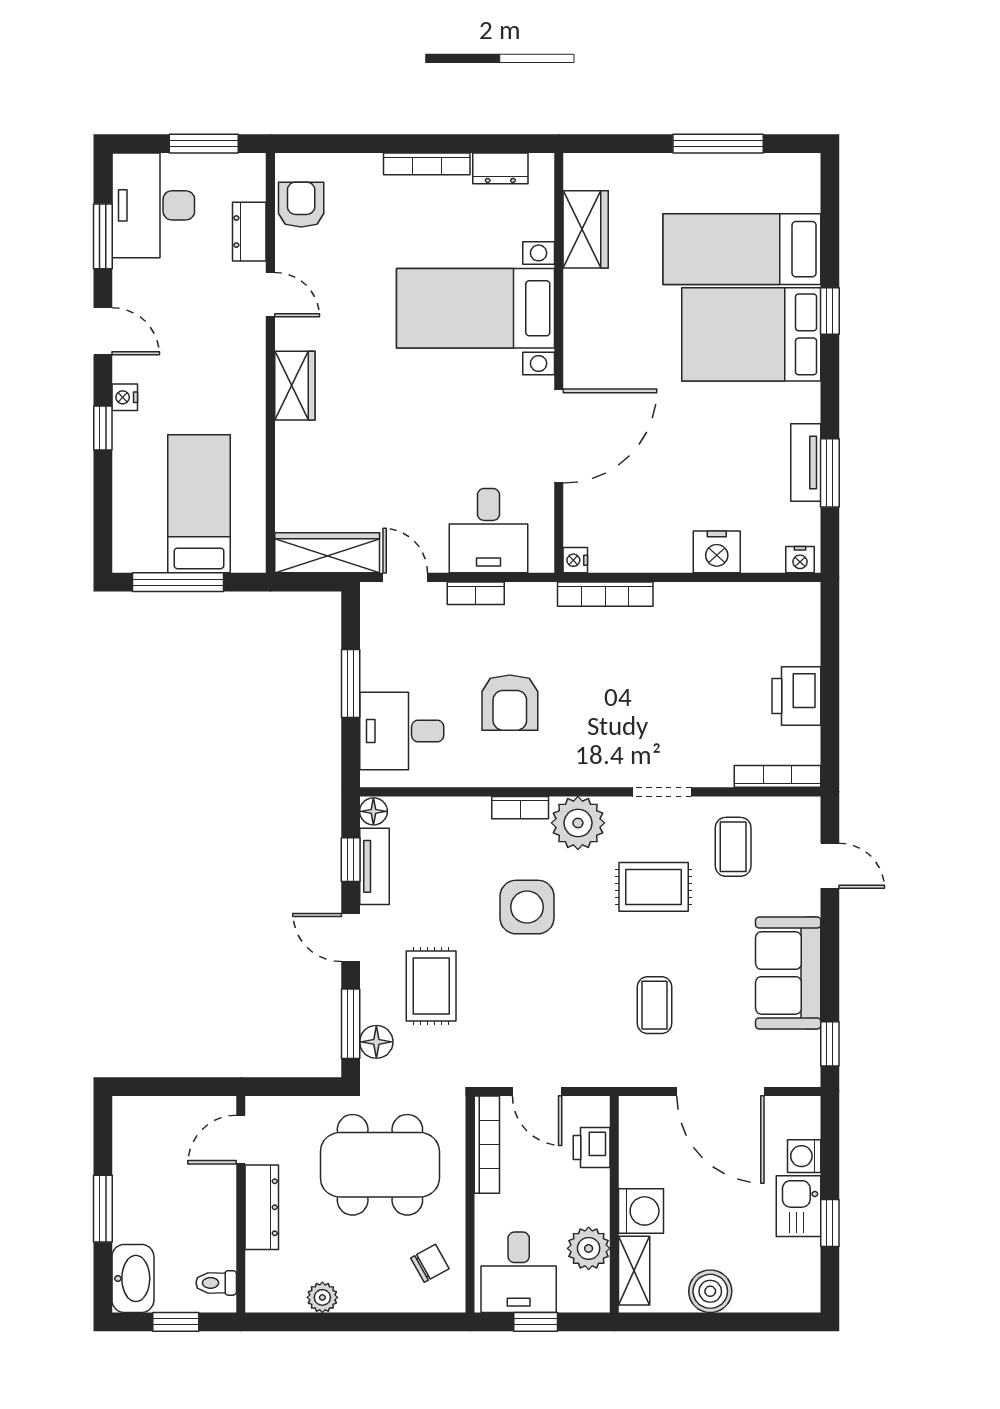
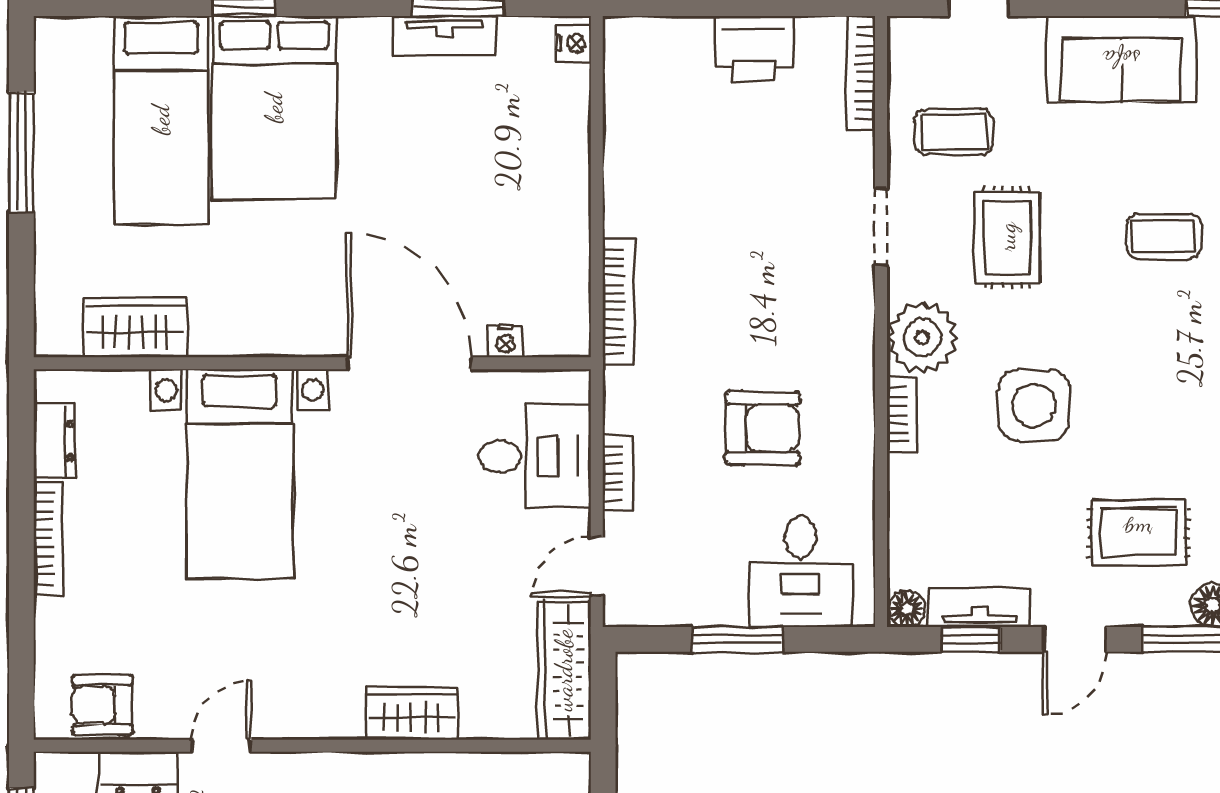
wardrobe: (295, 386) -> (412, 713), moved
nightstand: (717, 552) -> (563, 154), removed
nightstand: (575, 560) -> (505, 341), moved

